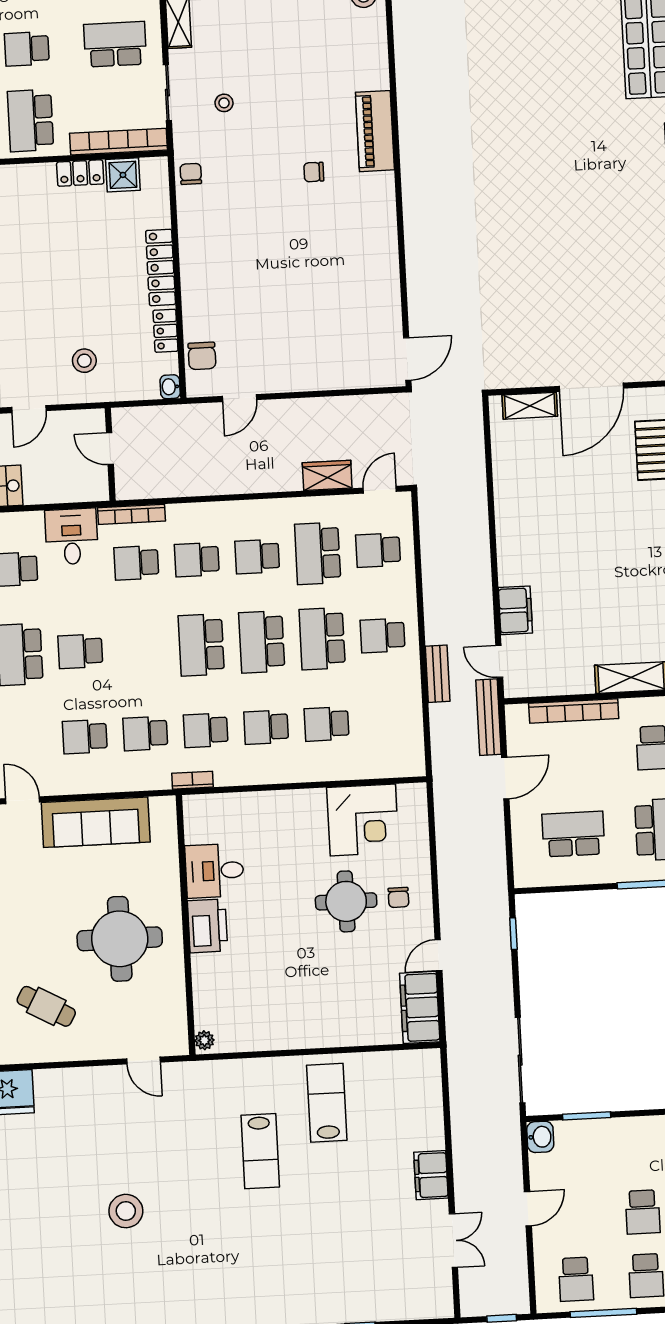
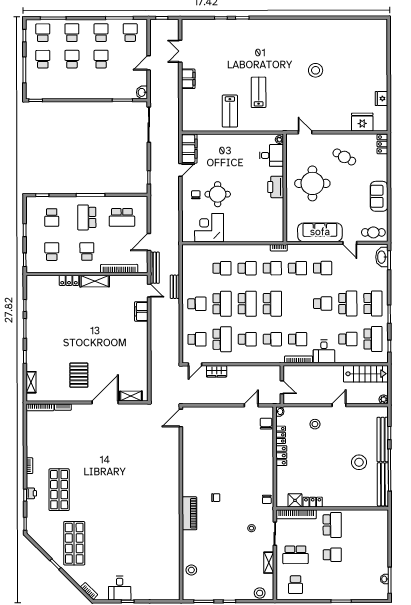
locker: (161, 267) -> (281, 456), width x0.66
door: (110, 449) -> (282, 387), moved
wall: (110, 454) -> (282, 385), moved
desk: (214, 871) -> (272, 155), moved

